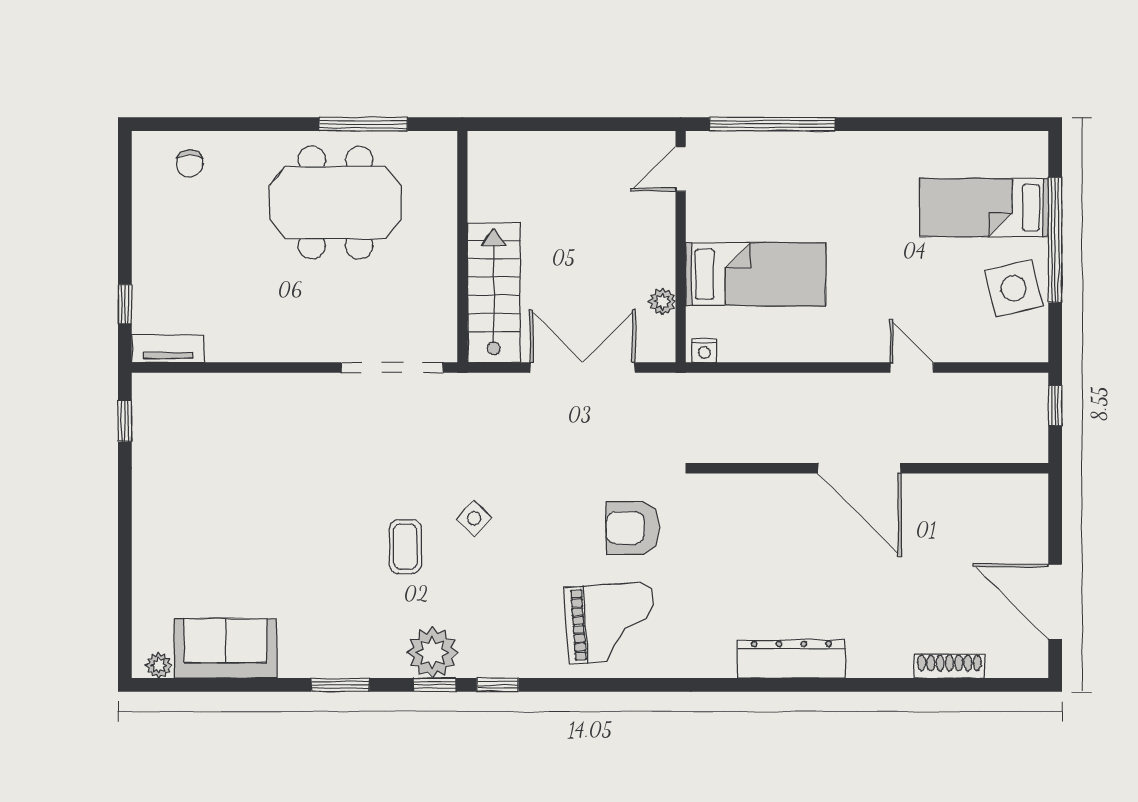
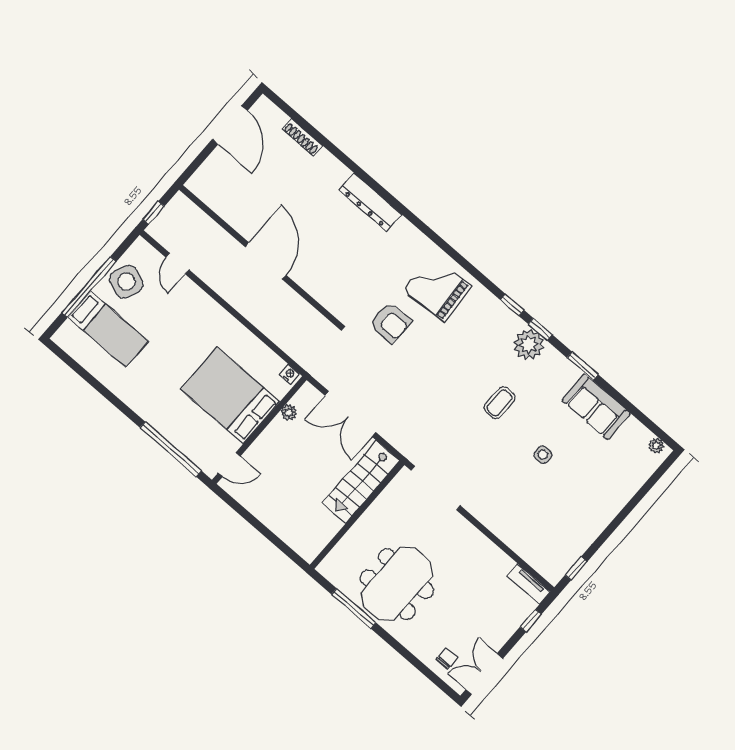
double door: (125, 185) -> (484, 674), added
meeting table: (335, 203) -> (397, 584), turned 90
bed: (756, 274) -> (230, 395), width x1.50
side table: (1014, 288) -> (126, 282), turned 35
door: (912, 368) -> (177, 264), moved
side table: (474, 518) -> (543, 455), moved, turned 45
sofa: (225, 648) -> (596, 407), moved

